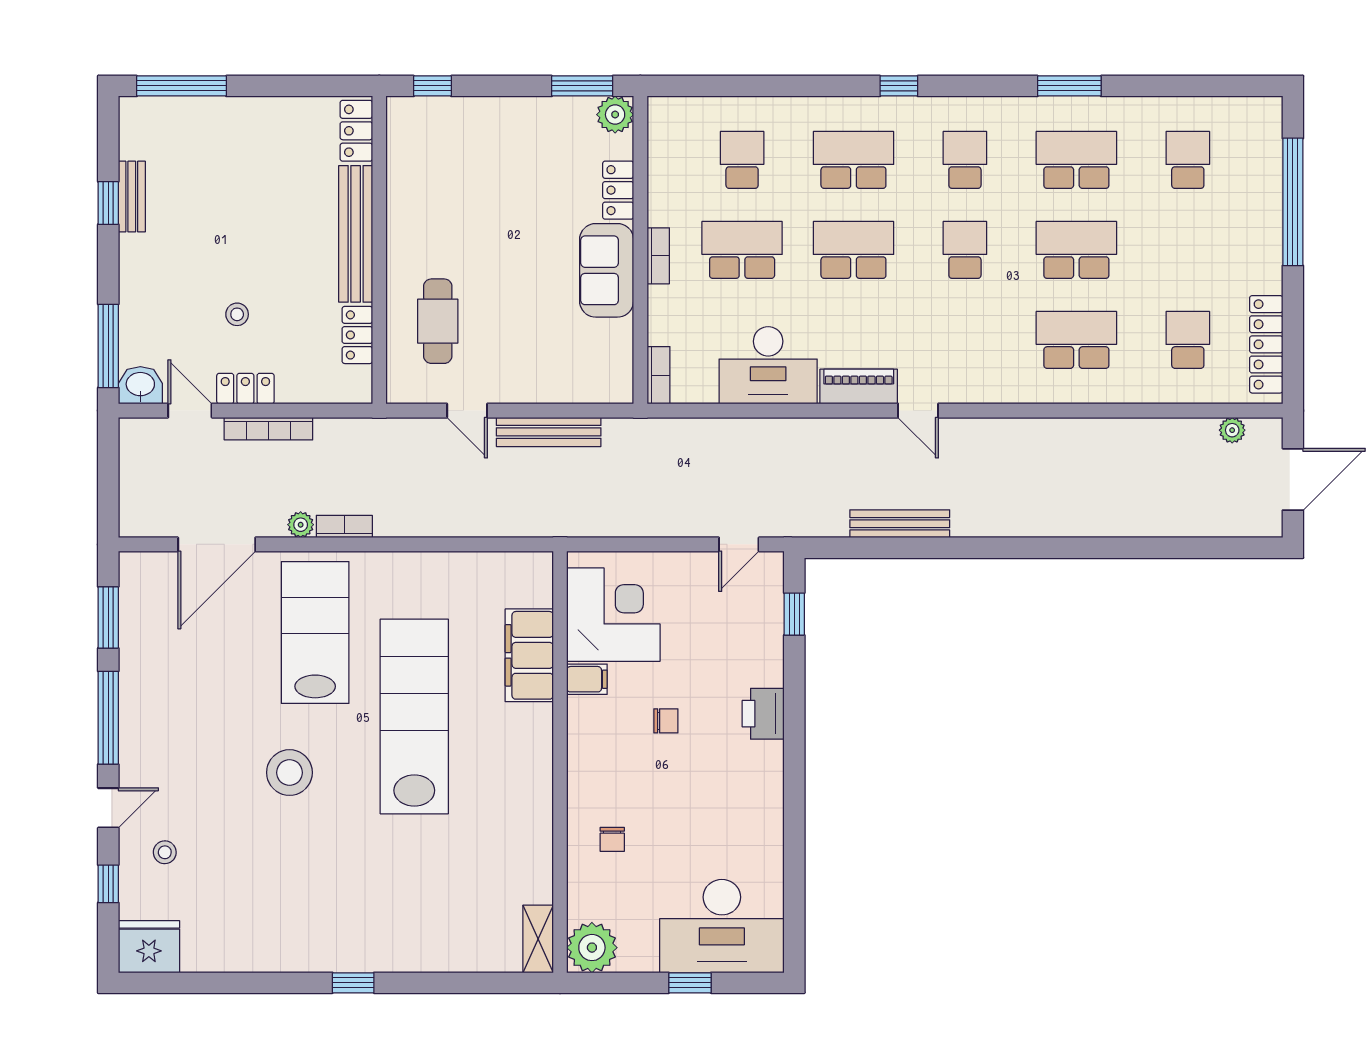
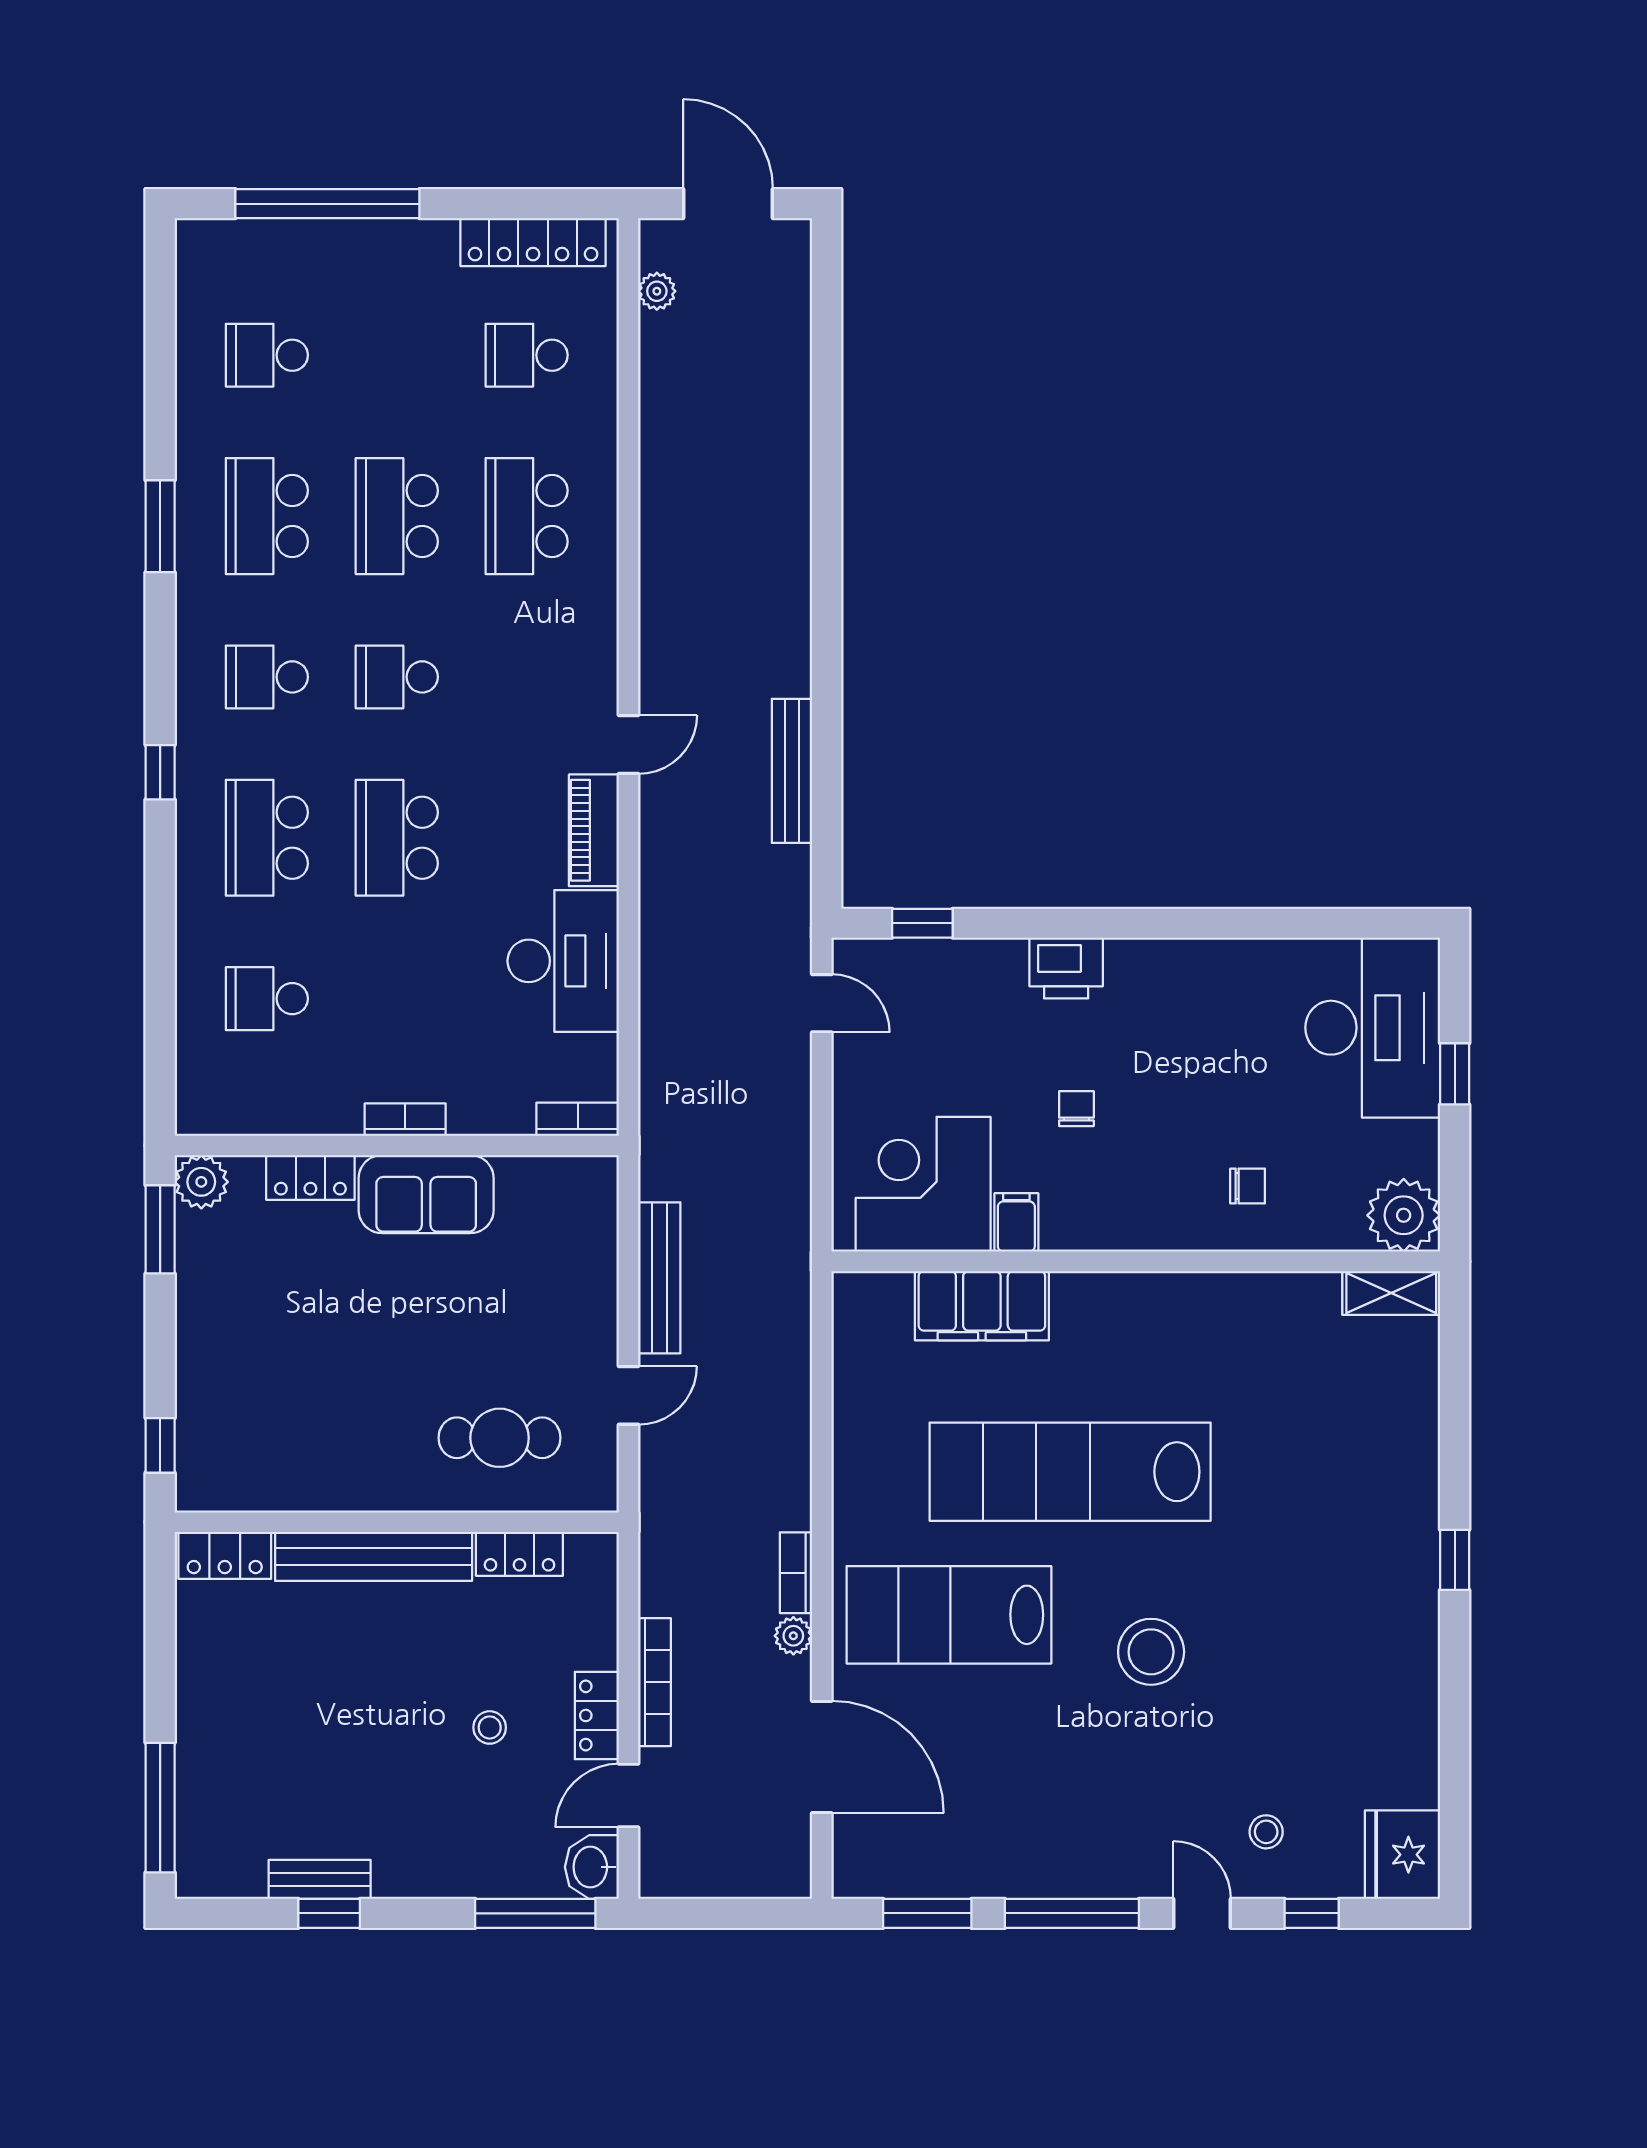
school desk: (742, 250) -> (397, 999), removed

